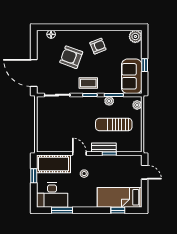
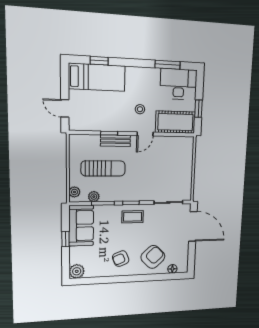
armchair: (71, 57) -> (153, 257), moved, turned -64
plant: (109, 101) -> (94, 197), moved
door: (79, 154) -> (145, 134), hinge flipped

